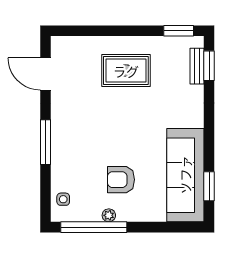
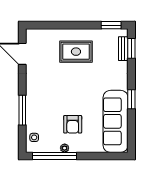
window: (45, 142) -> (22, 110), moved
armchair: (121, 180) -> (73, 124), turned -90
window: (209, 186) -> (131, 99), moved

